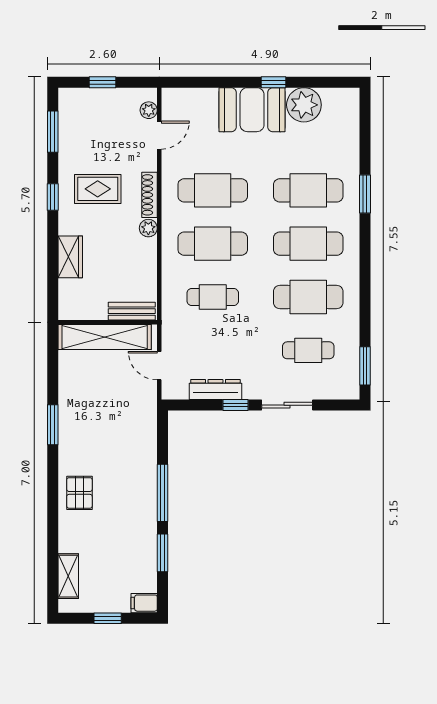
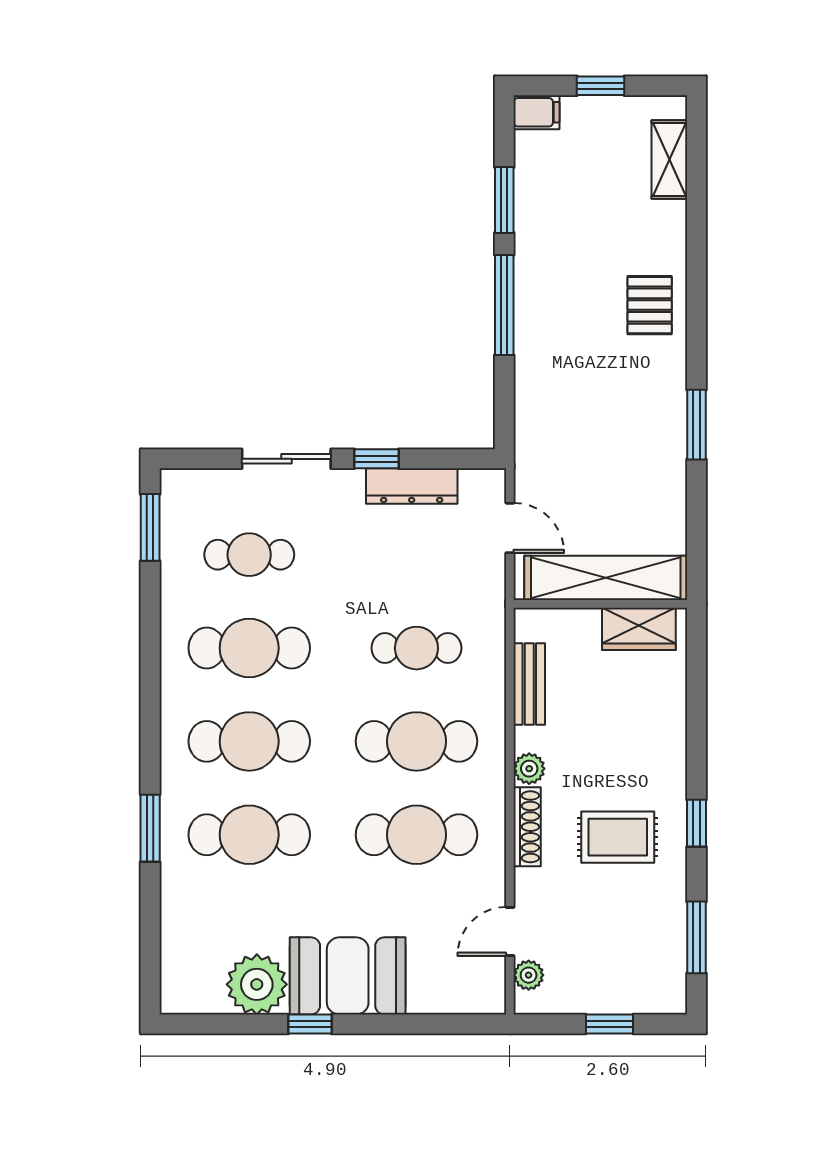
wardrobe: (70, 257) -> (639, 629), moved, turned -90
bench: (132, 311) -> (529, 684), moved, turned 90

